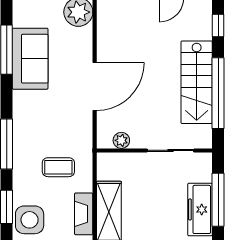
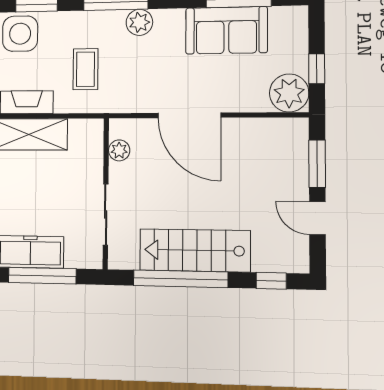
plant: (23, 125) -> (139, 22), added

